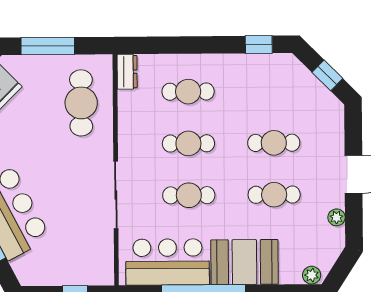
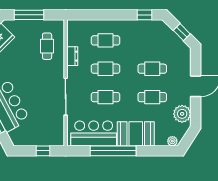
dresser: (127, 72) -> (72, 56), moved
cafe table: (81, 103) -> (47, 46), width x0.73, depth x0.74
plant: (337, 217) -> (182, 114), width x1.88, depth x1.88

